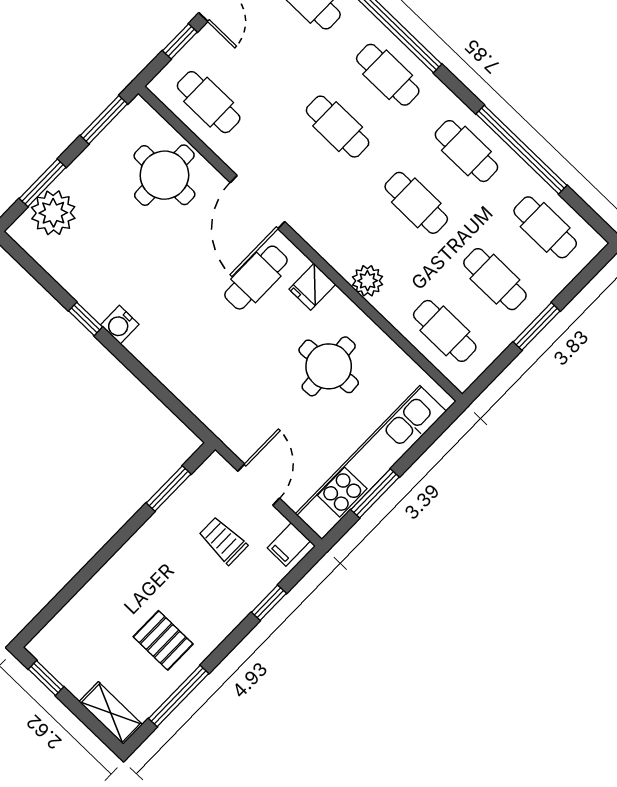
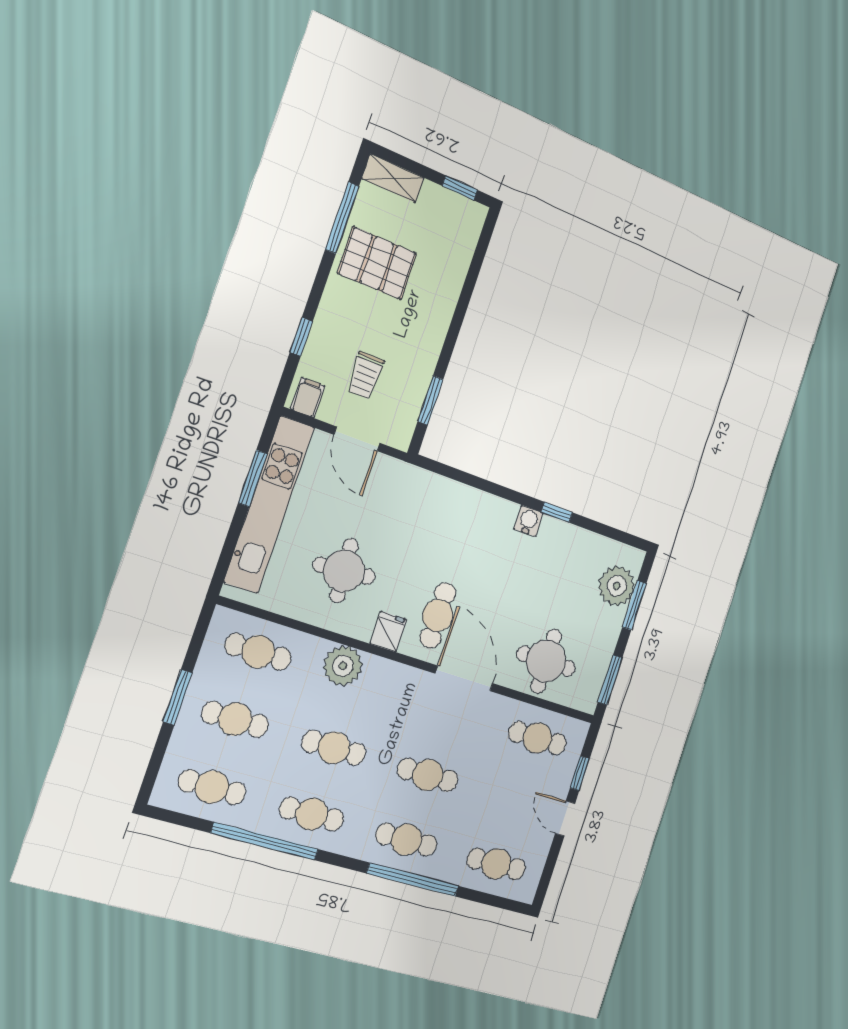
plant: (368, 281) -> (343, 666), width x1.36, depth x1.36
trolley: (223, 541) -> (365, 375), turned 90
pallet: (163, 640) -> (377, 263), width x1.50, depth x1.42

